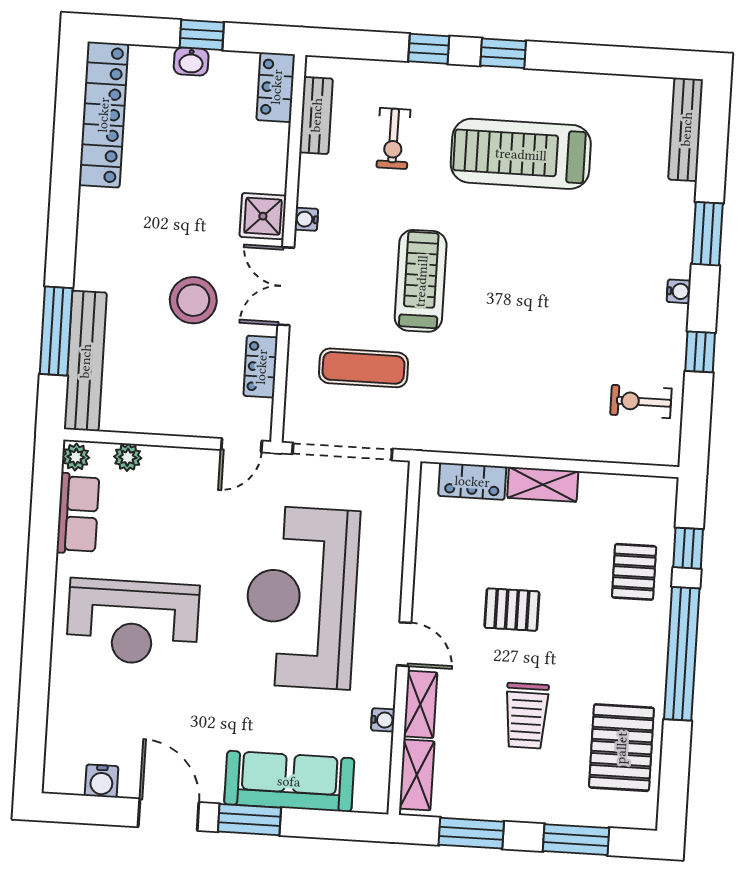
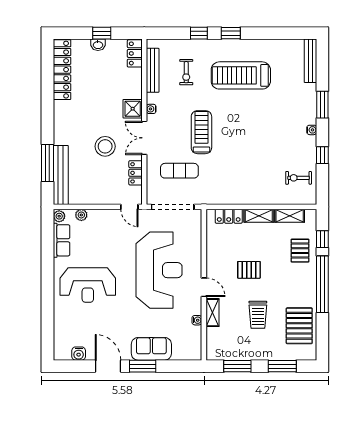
bench: (316, 115) -> (153, 70), width x1.36
door: (241, 445) -> (129, 207), hinge flipped
reception desk: (302, 597) -> (159, 270), turned 180
shelving: (417, 775) -> (290, 216), moved, turned 90
sofa: (289, 781) -> (151, 349), width x0.73

